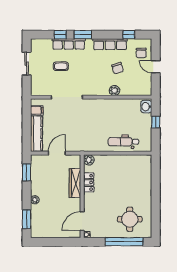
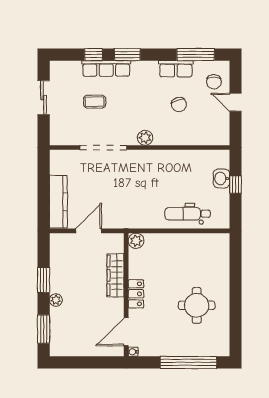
window: (129, 35) -> (196, 55), width x2.17
row of seats: (110, 44) -> (176, 69), width x0.68
plant: (114, 91) -> (145, 138), moved
washbasin: (146, 107) -> (221, 178), moved
filing cabinet: (37, 110) -> (59, 167), removed
window: (27, 172) -> (44, 280), moved
locker: (89, 182) -> (136, 294), moved
round table: (130, 219) -> (197, 305), moved

